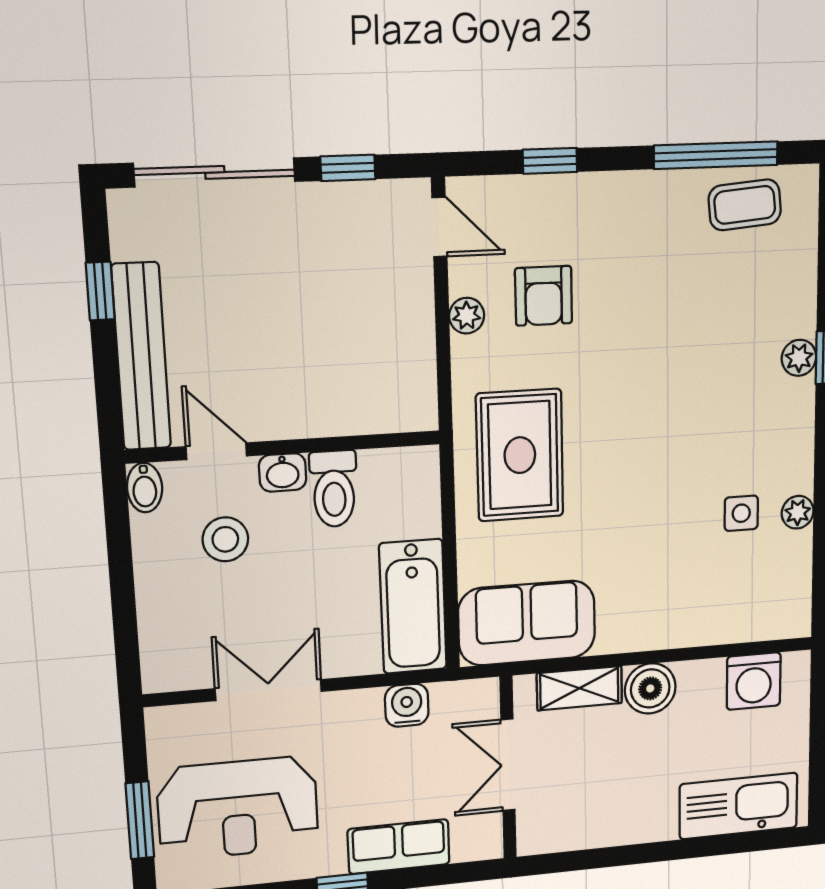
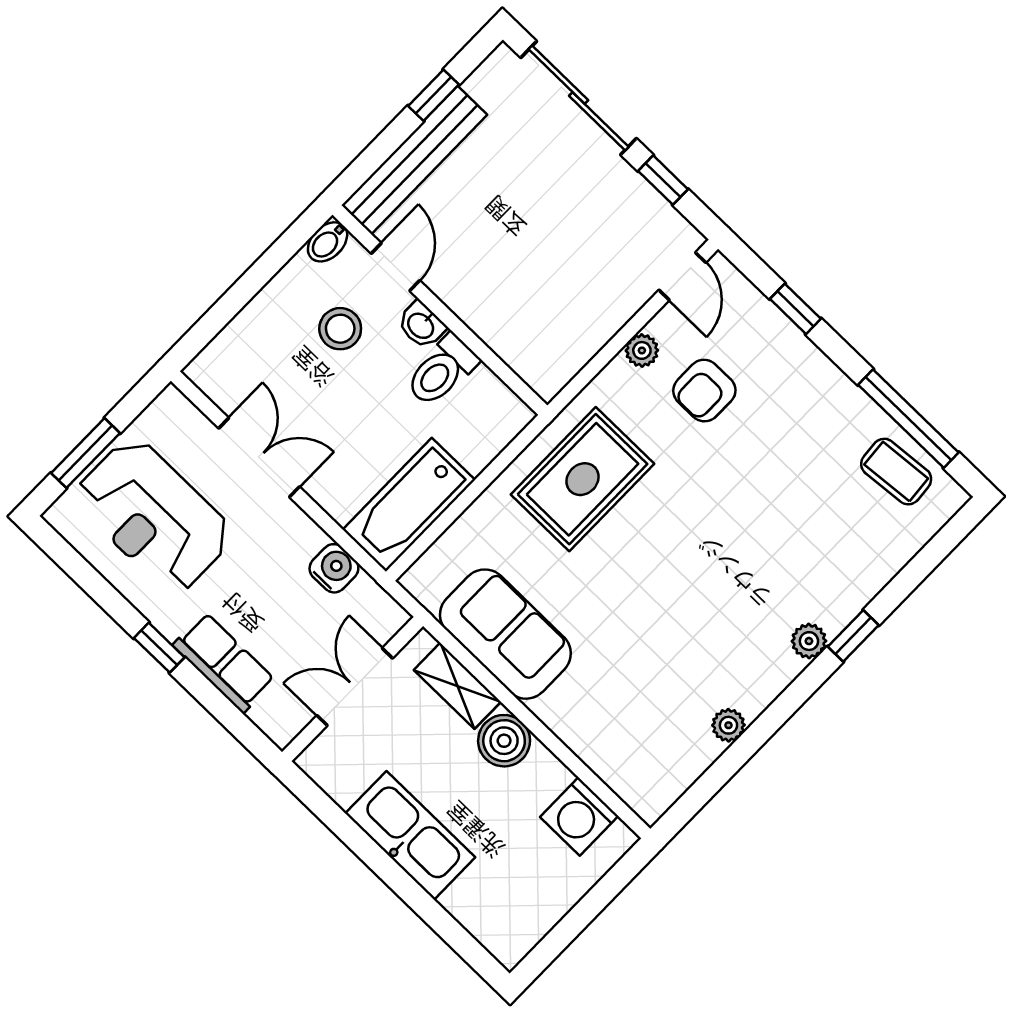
plant: (799, 358) -> (809, 641), moved
side table: (741, 513) -> (689, 683), removed
sofa: (527, 623) -> (505, 634), moved
kitchen sink: (739, 806) -> (410, 835), moved

